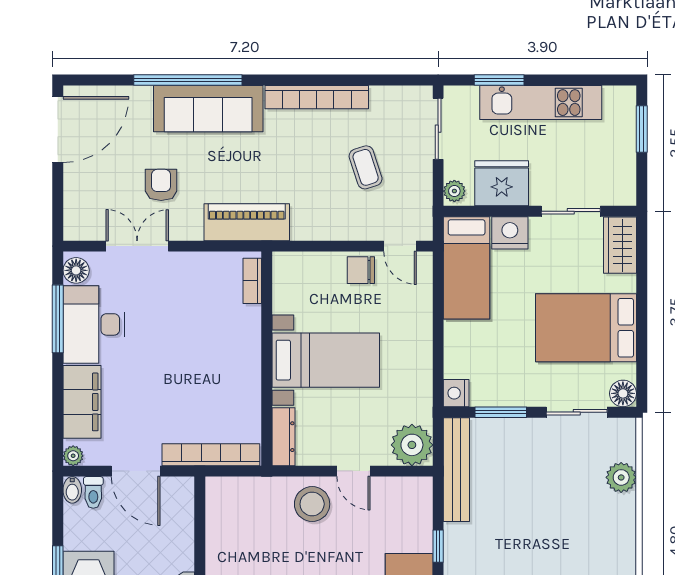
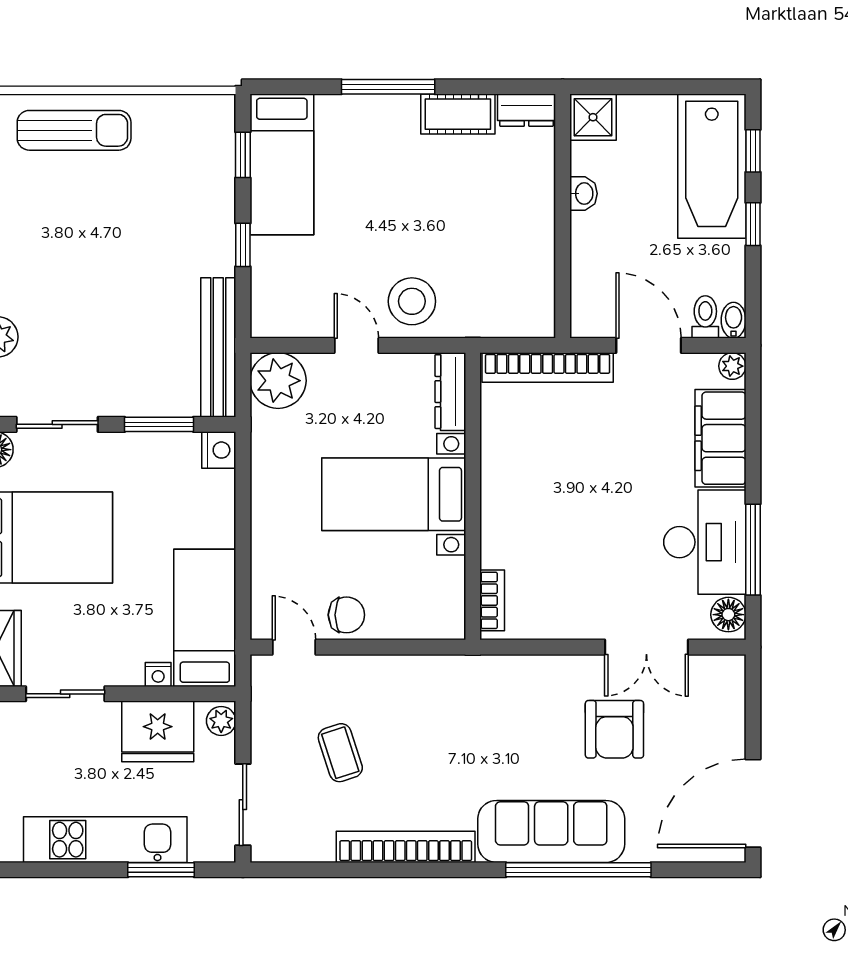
armchair: (161, 185) -> (614, 729), width x1.38, depth x1.38
piano: (247, 222) -> (500, 679), removed
nightstand: (510, 233) -> (158, 675), width x0.53, depth x0.56

